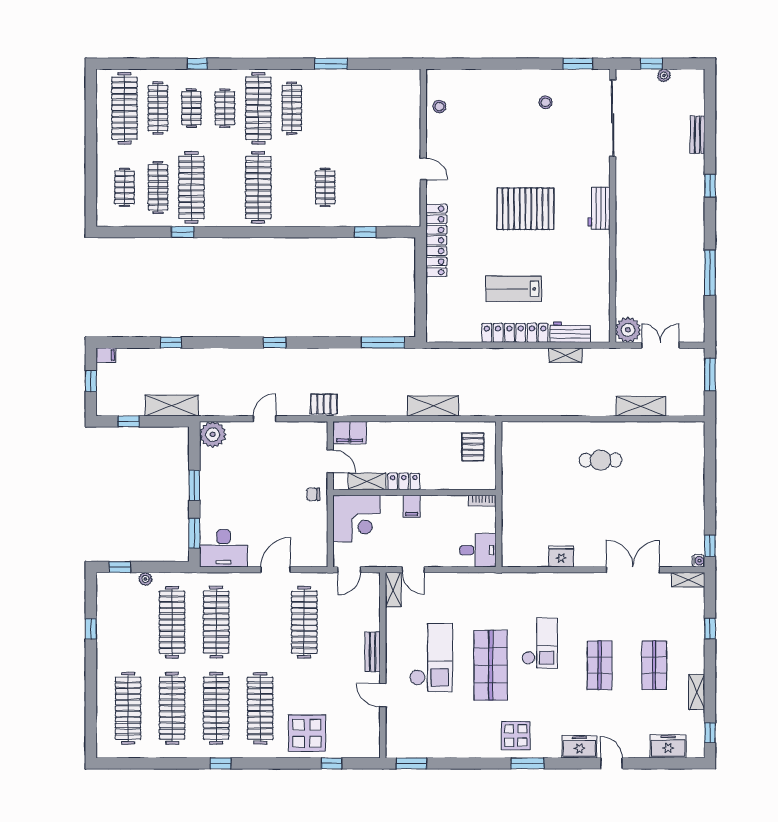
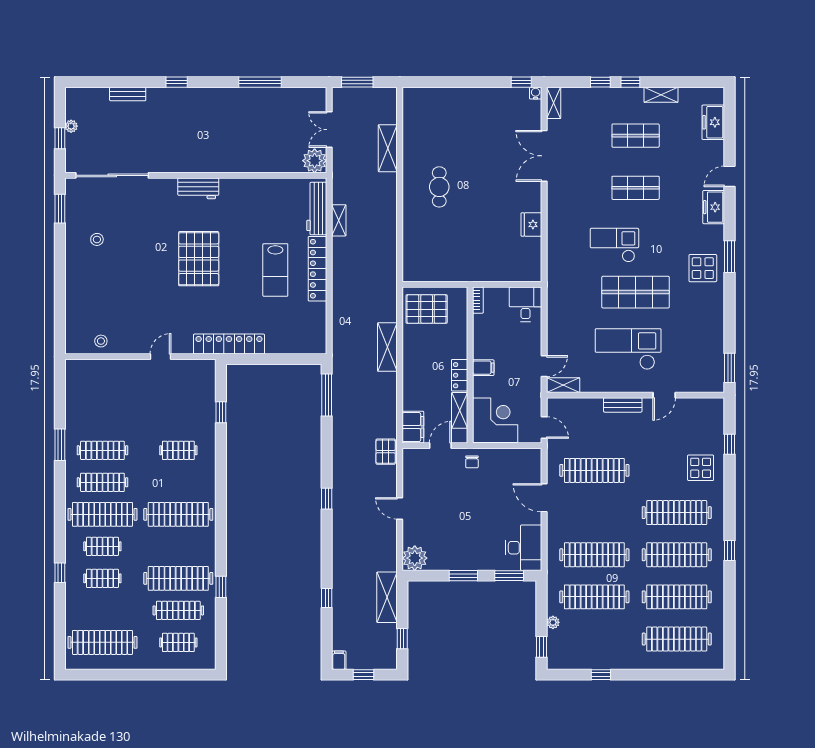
clothes rail: (158, 108) -> (102, 450), moved
workbench: (570, 332) -> (317, 209), width x1.38
pallet: (473, 447) -> (427, 309), width x1.50, depth x1.42
display table: (307, 733) -> (701, 468), width x0.73, depth x0.73
window: (710, 733) -> (630, 82), moved

